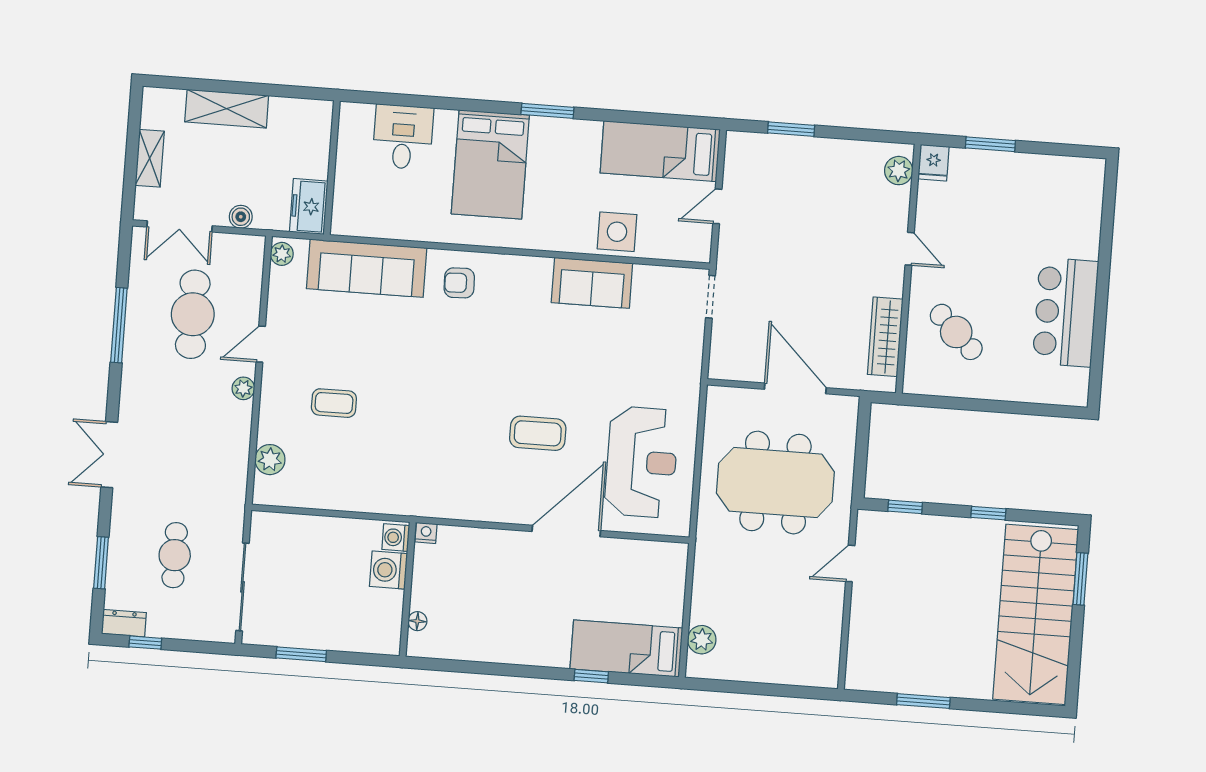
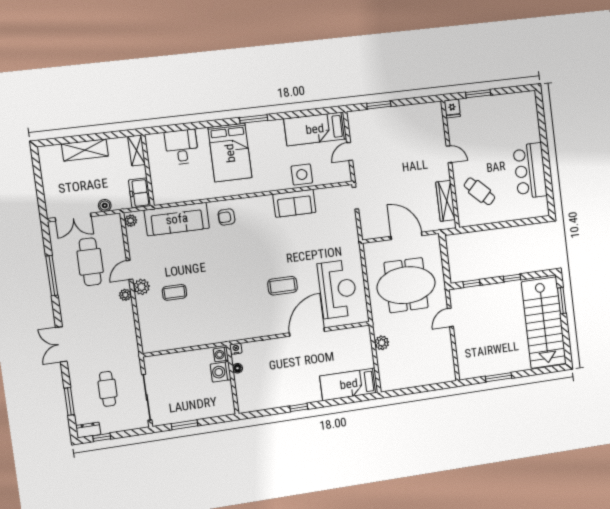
shelving: (150, 158) -> (137, 150), moved
plant: (899, 171) -> (436, 116), removed
plant: (270, 460) -> (141, 287), moved
floor lamp: (417, 621) -> (237, 368), moved
plant: (702, 640) -> (382, 343), moved
window: (591, 676) -> (299, 408), moved

